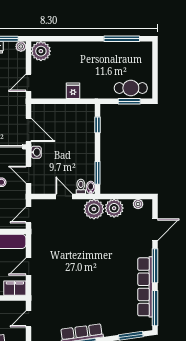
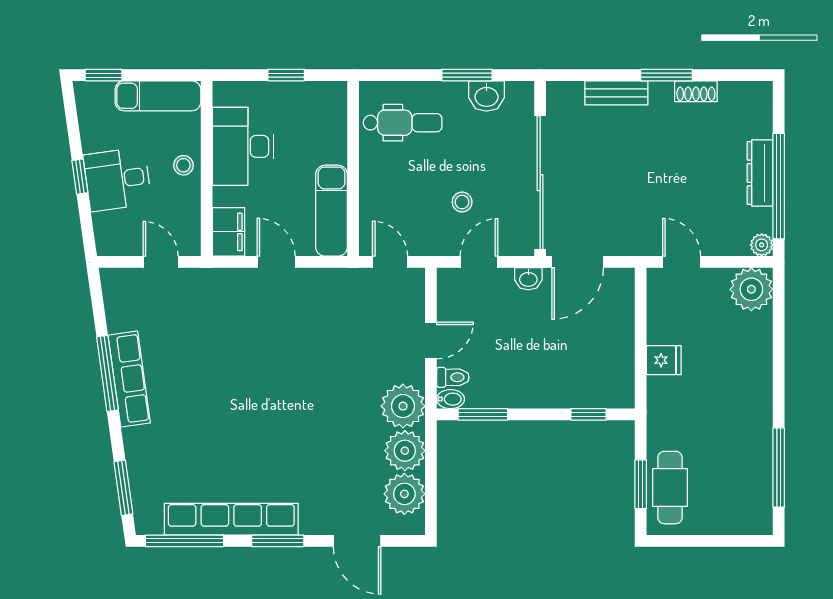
plant: (138, 204) -> (404, 494), width x1.88, depth x1.88
window: (155, 266) -> (278, 541), width x0.69

